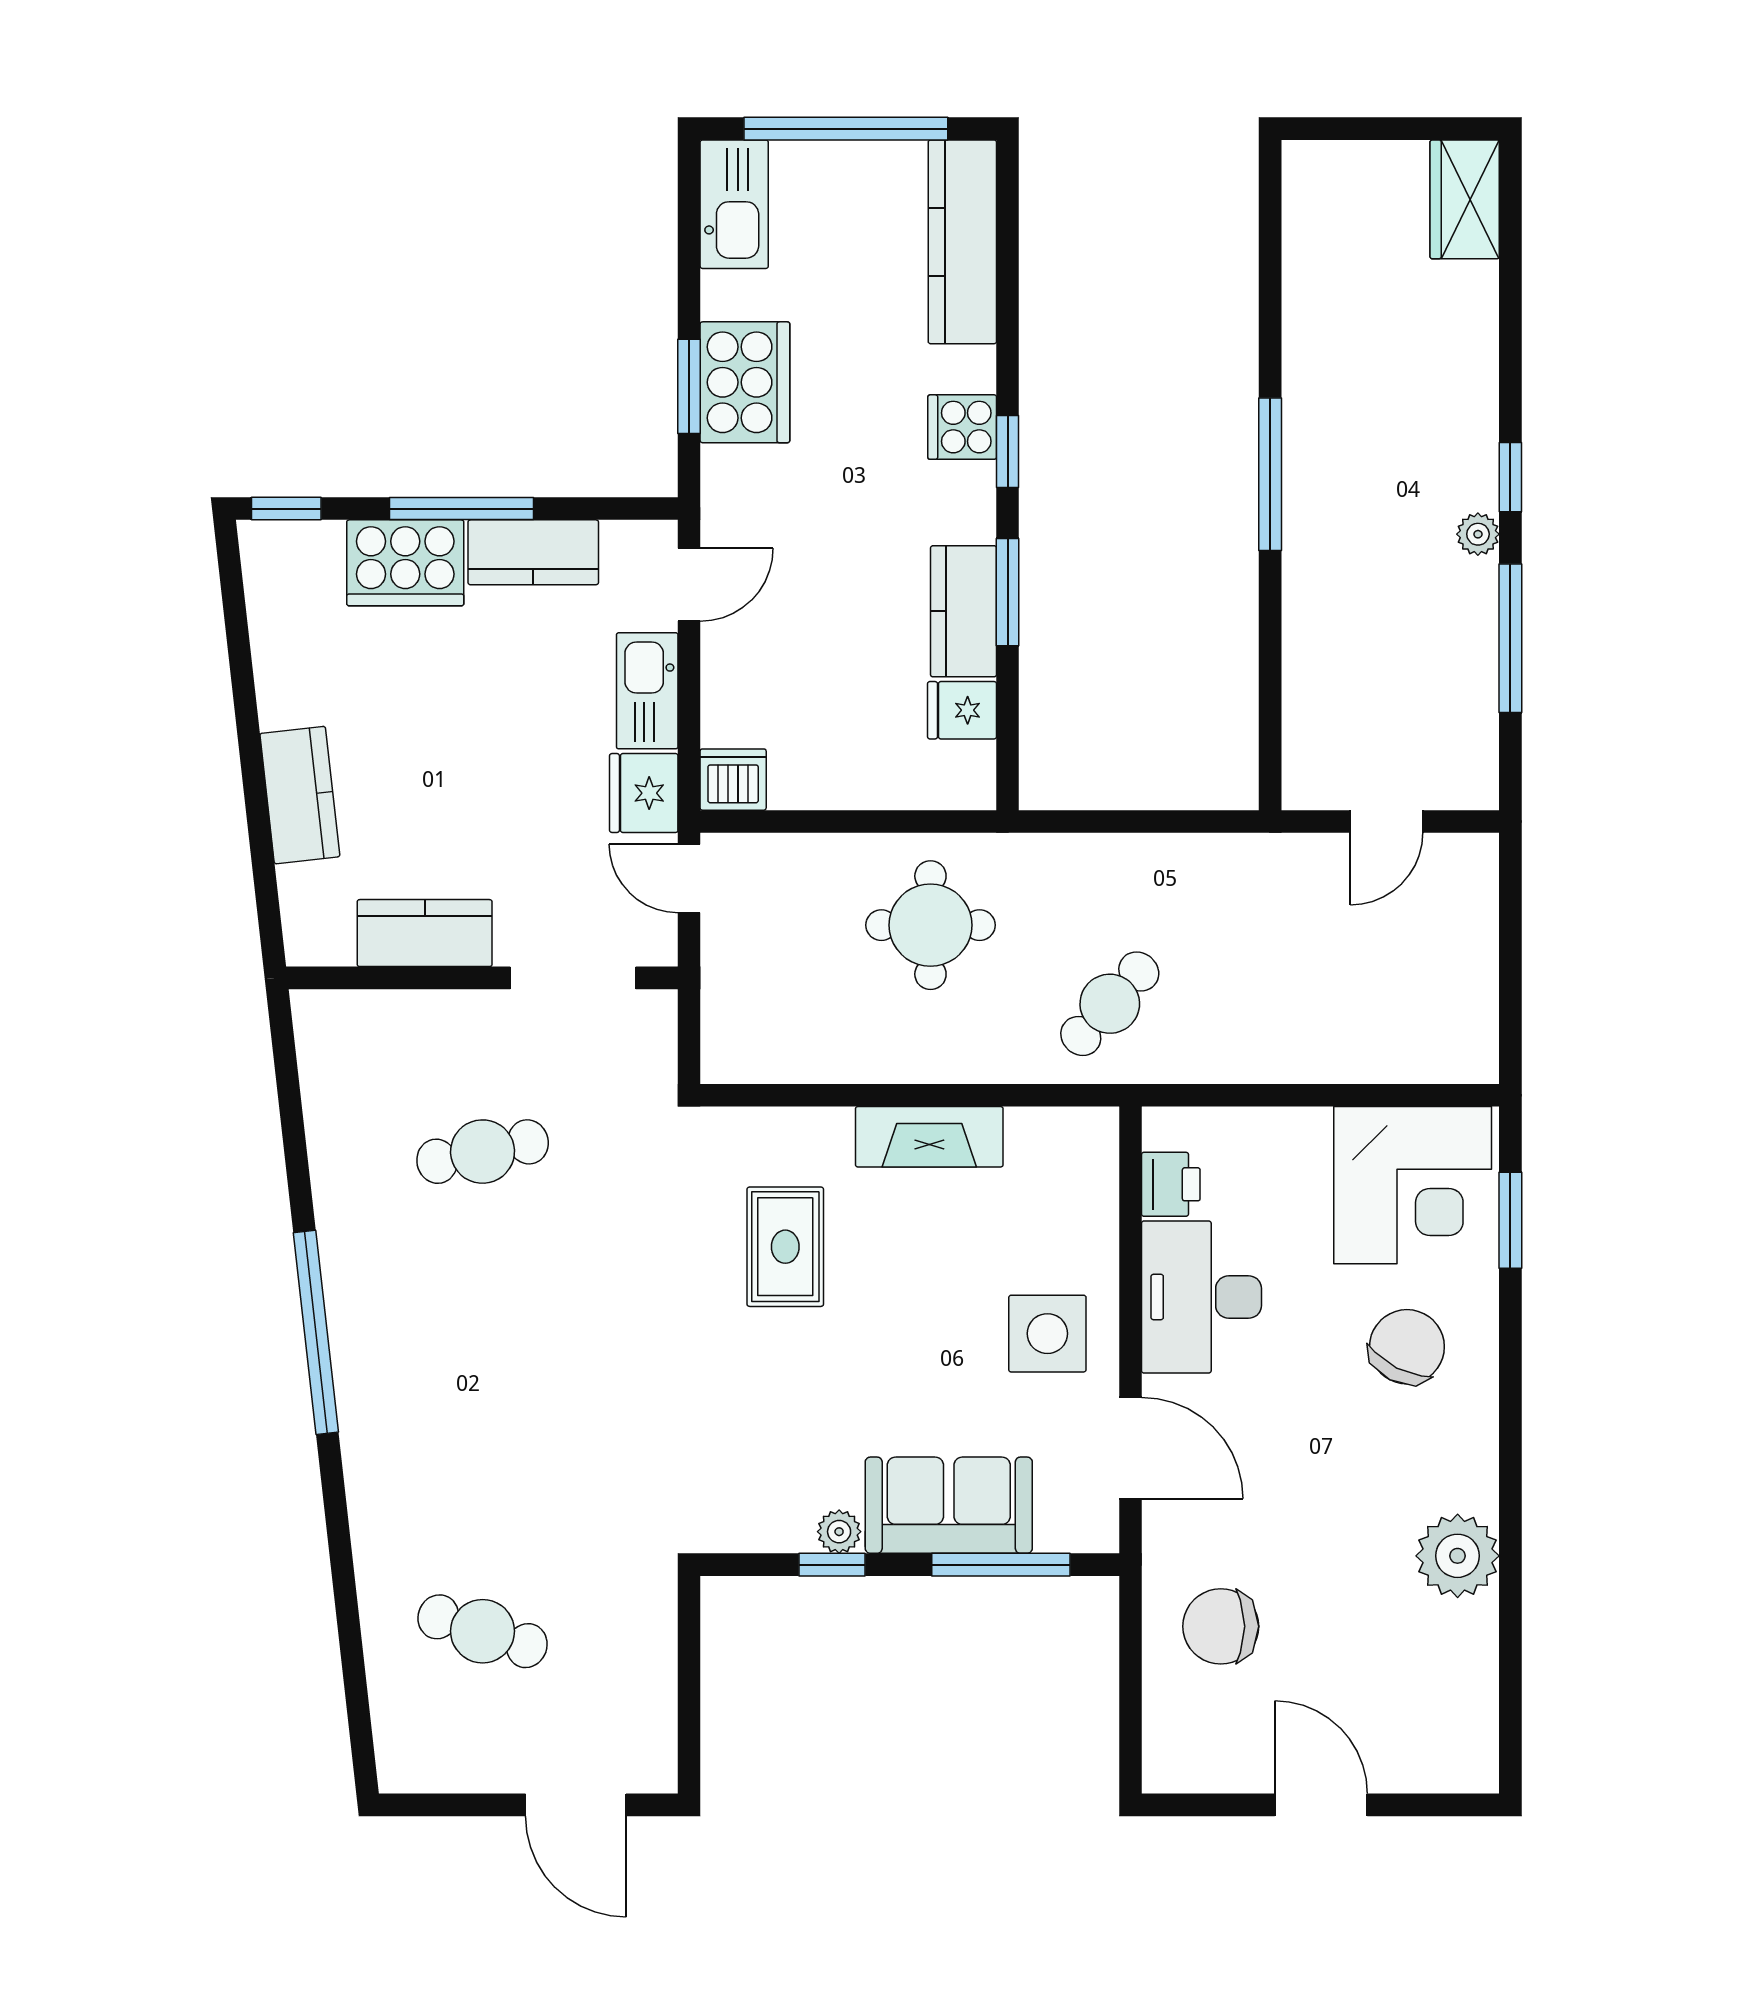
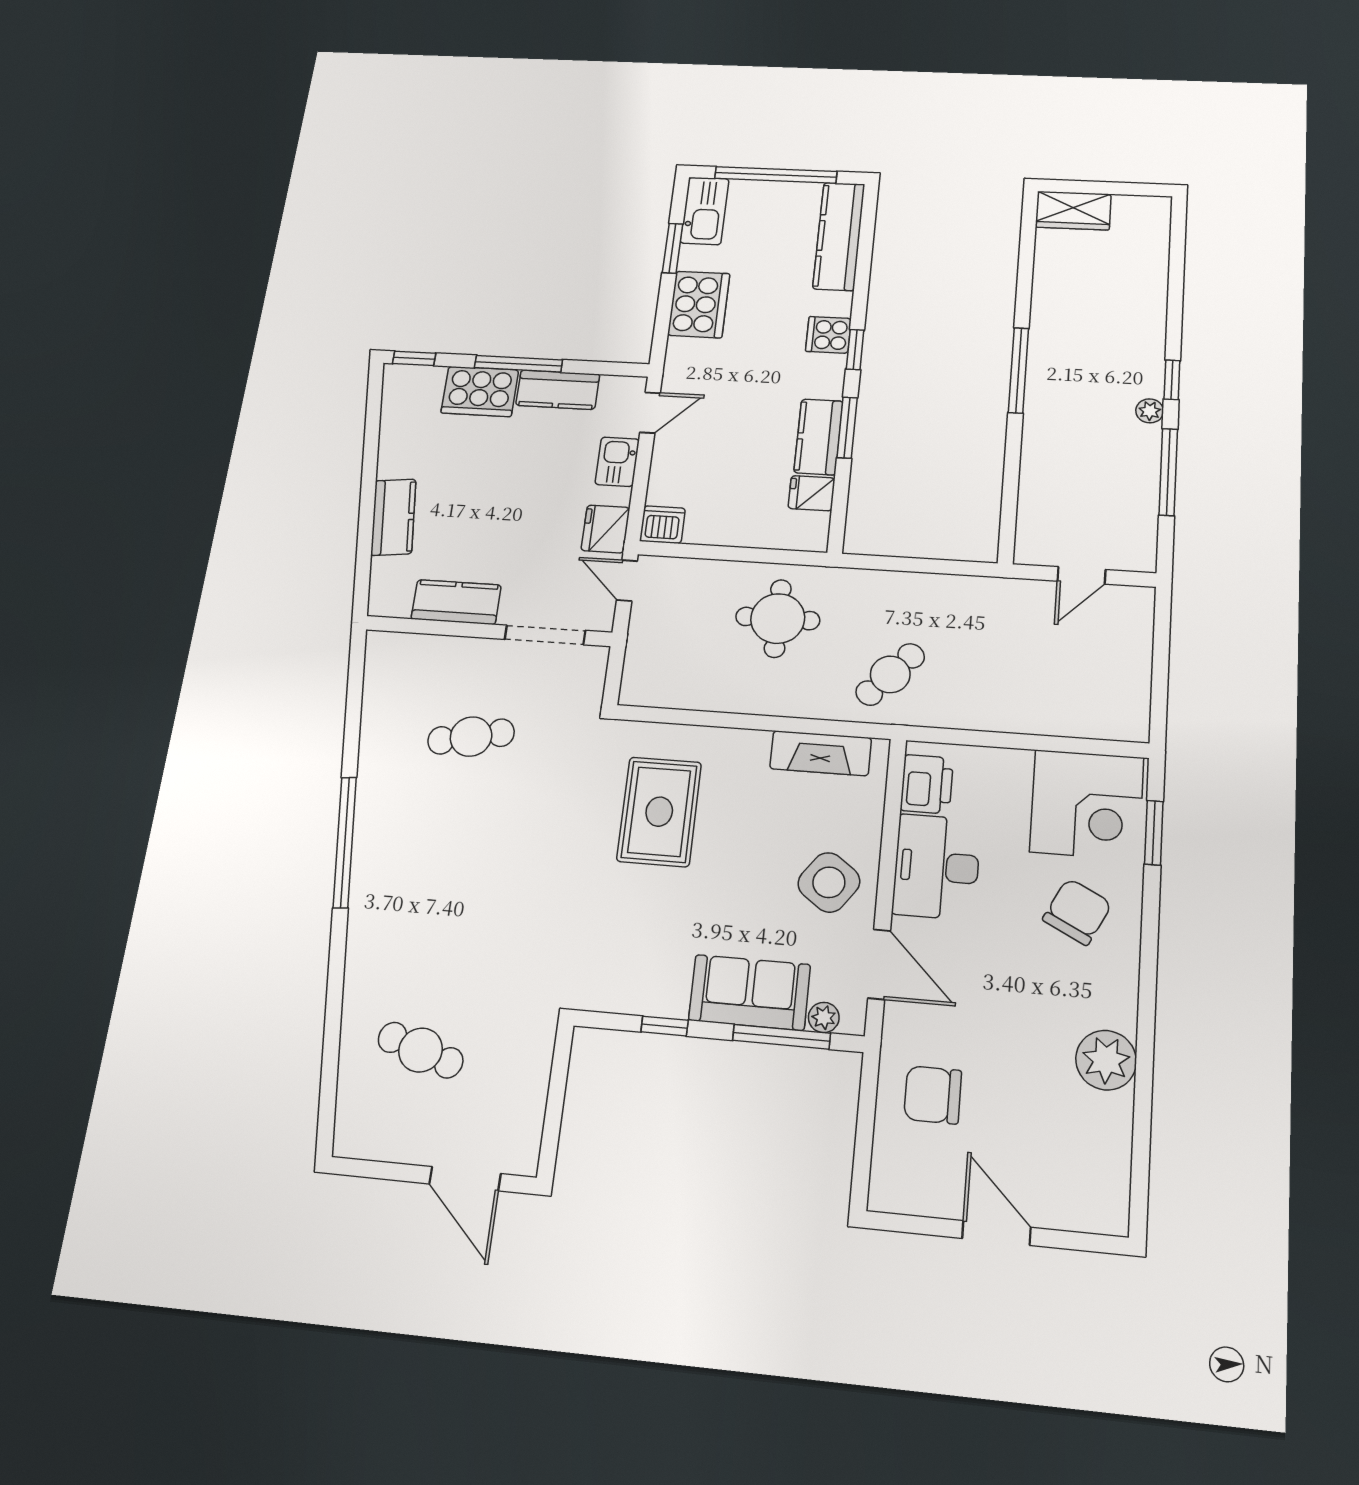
wardrobe: (1465, 199) -> (1073, 211), moved, turned -90
window: (689, 386) -> (673, 248), moved
kitchen sink: (647, 691) -> (617, 462), width x0.73
fireplace: (929, 1137) -> (821, 753), moved
printer: (1171, 1184) -> (927, 784), width x1.36, depth x1.24
rug: (785, 1247) -> (659, 812), width x1.36, depth x1.43
side table: (1047, 1334) -> (829, 882), turned 36
plant: (839, 1532) -> (824, 1017), moved

